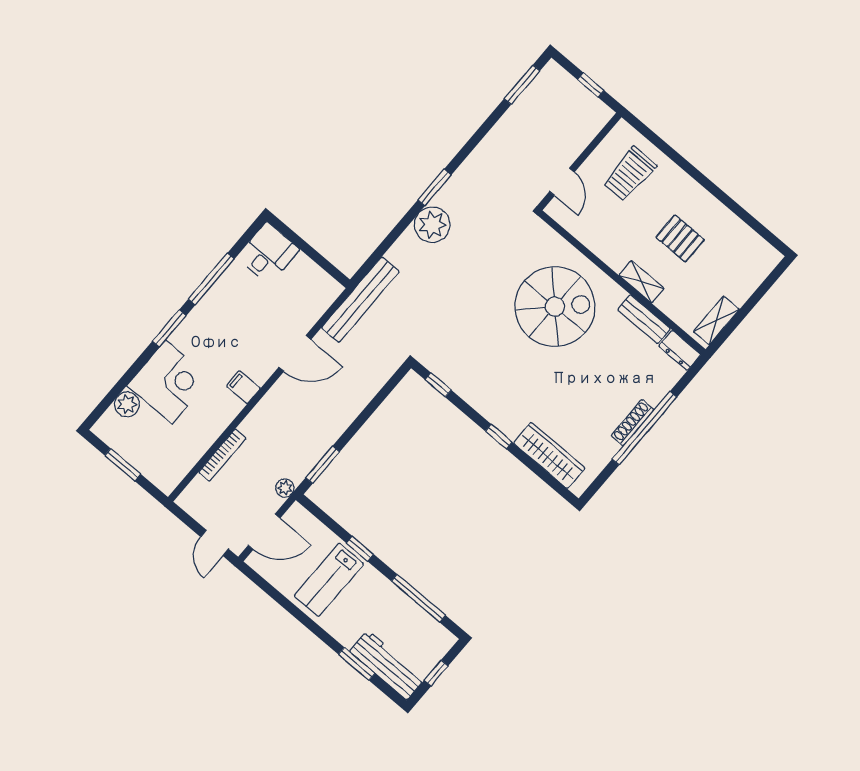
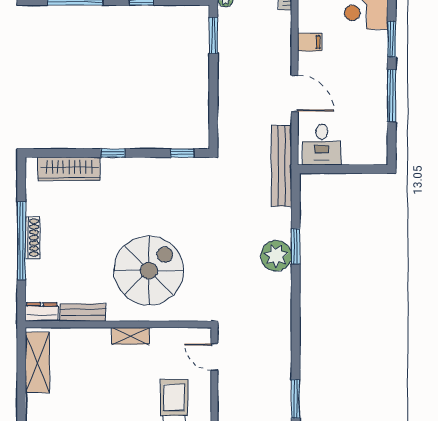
window: (435, 187) -> (296, 246), moved
pallet: (680, 238) -> (104, 386), removed
desk: (268, 253) -> (322, 144), moved
shelving: (641, 282) -> (130, 336), moved
spiral stairs: (555, 307) -> (149, 271), turned 180
shelving: (716, 320) -> (37, 363), width x1.50, depth x1.33
door: (295, 353) -> (295, 93), swing flipped

